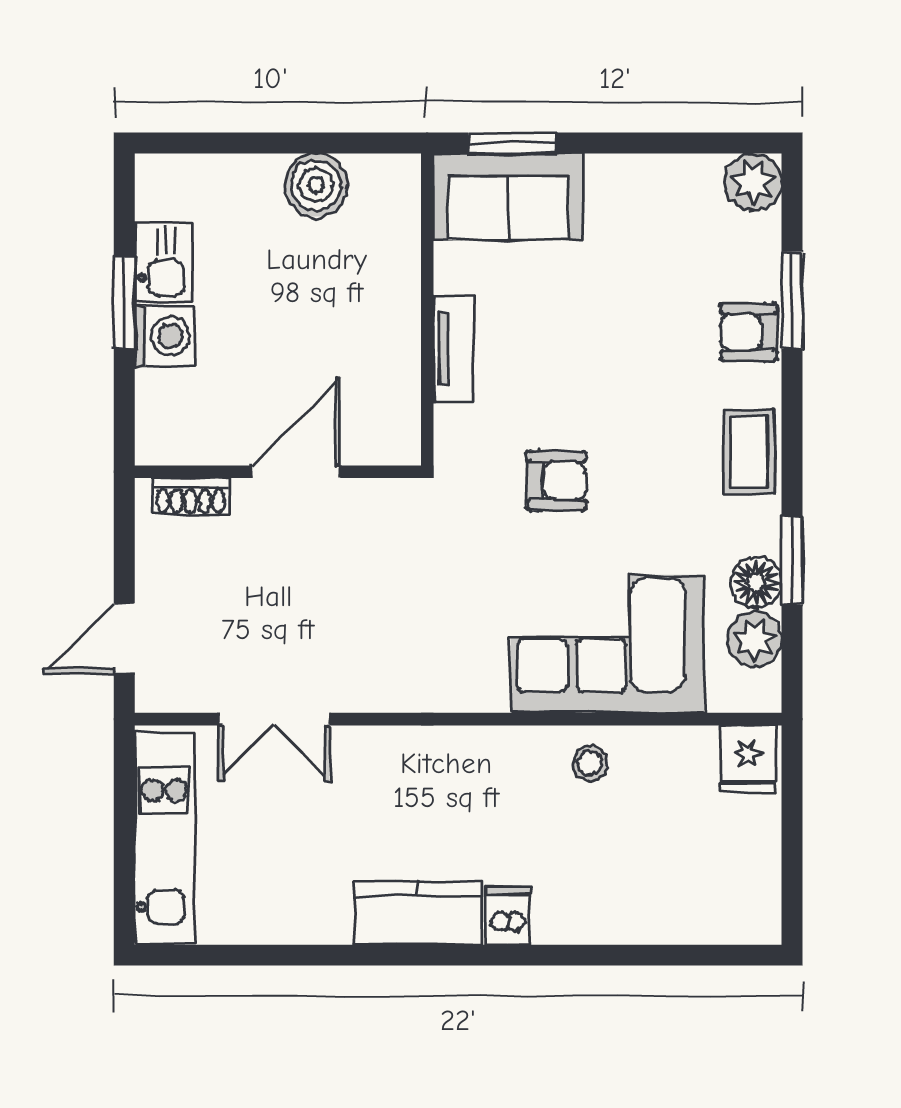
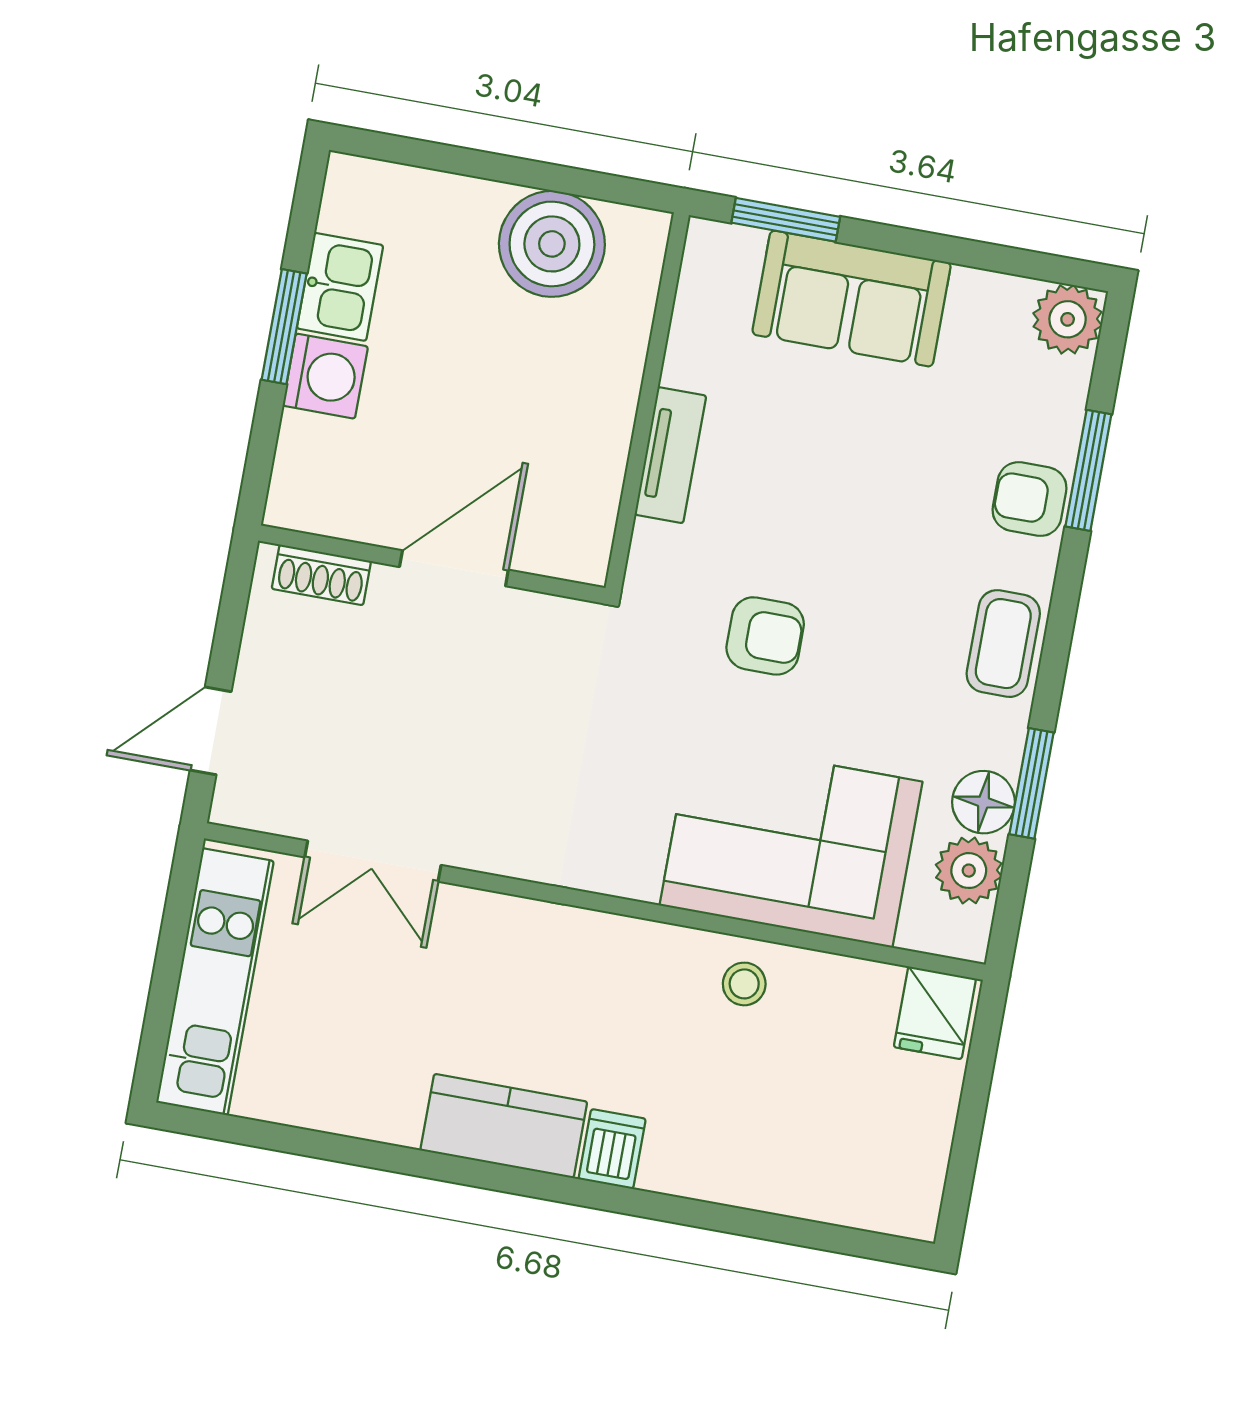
boiler: (316, 185) -> (552, 244), width x1.37, depth x1.37
sofa: (508, 197) -> (852, 299), moved

